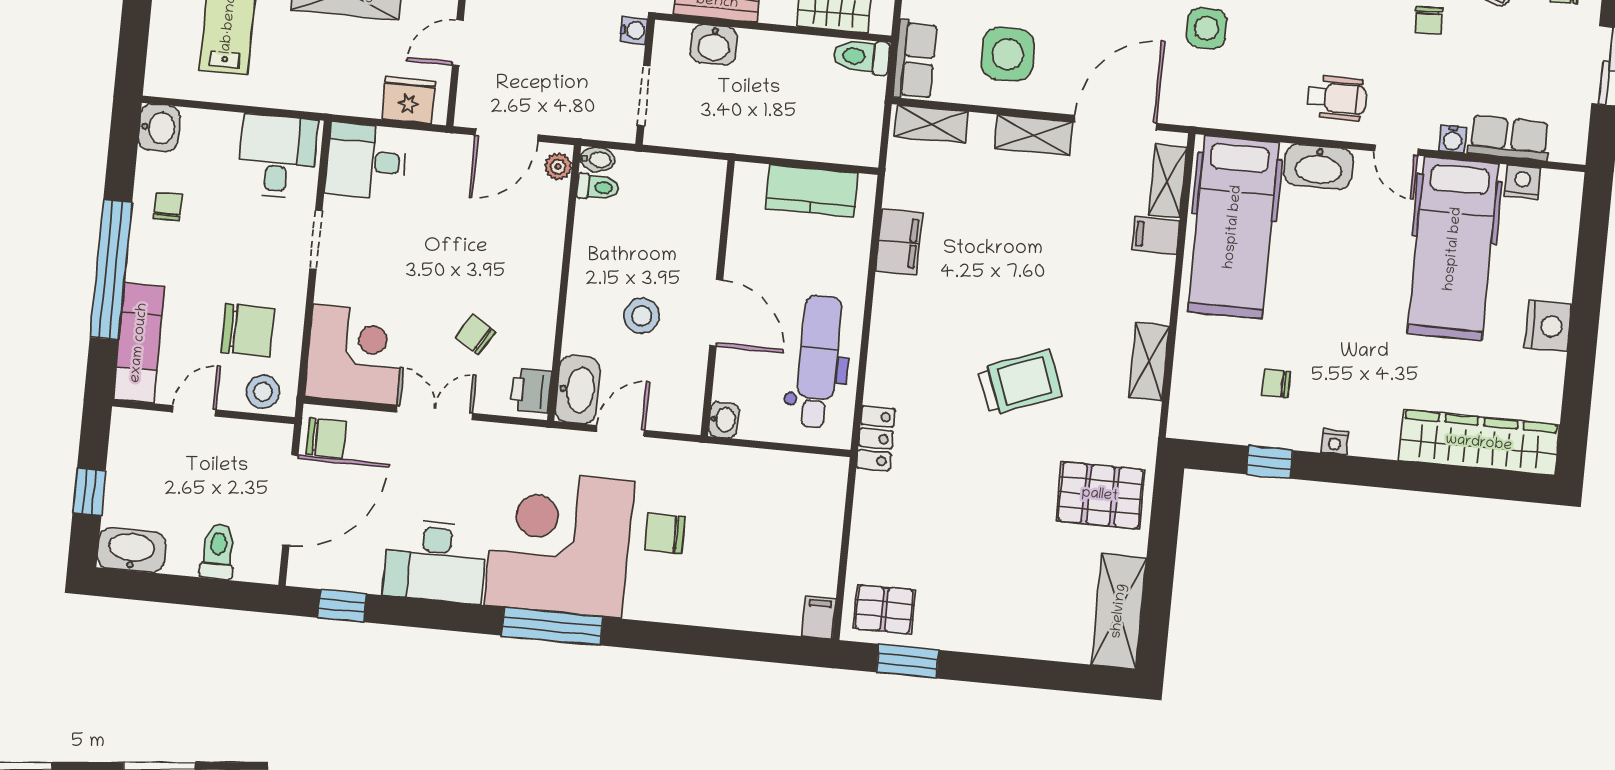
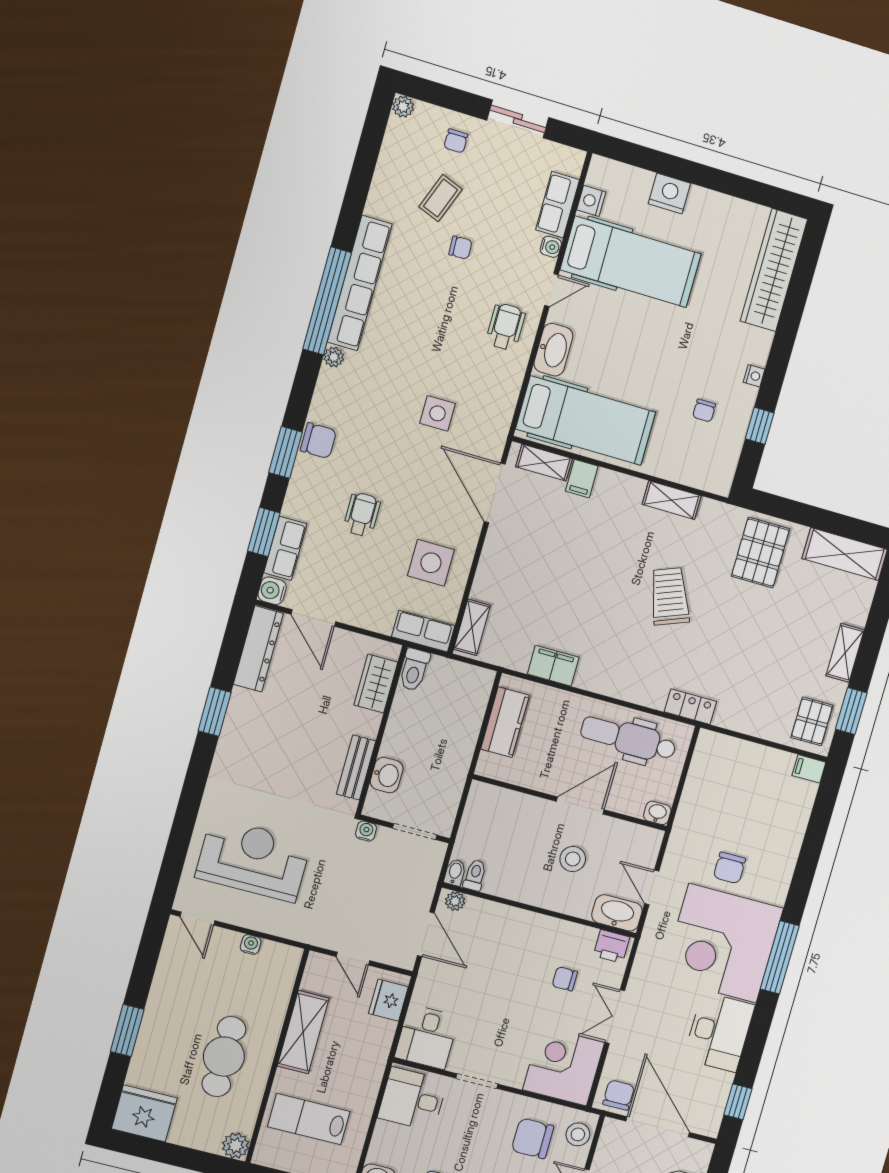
shelving: (1034, 135) -> (845, 653), moved
nightstand: (1548, 326) -> (669, 194), moved
chair: (248, 330) -> (533, 1138), turned -90
chair: (476, 335) -> (565, 979), turned 58

